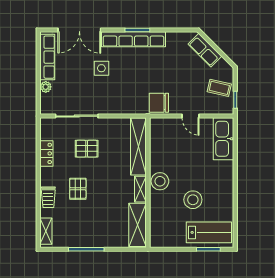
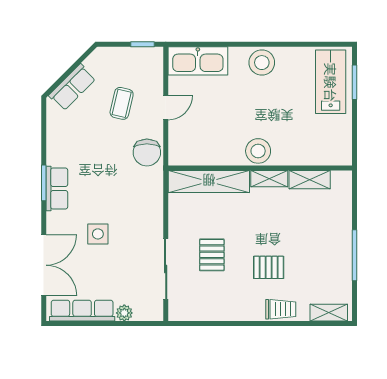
row of seats: (133, 39) -> (57, 188), width x0.50
coffee table: (219, 88) -> (122, 103), moved
locker: (46, 153) -> (219, 312), removed
stool: (193, 200) -> (262, 63), moved
shelving: (138, 225) -> (310, 180), width x0.67, depth x0.75

